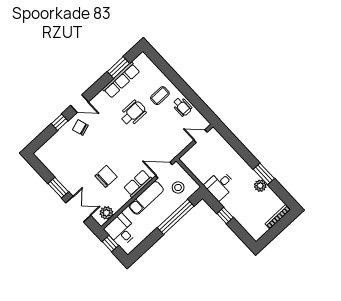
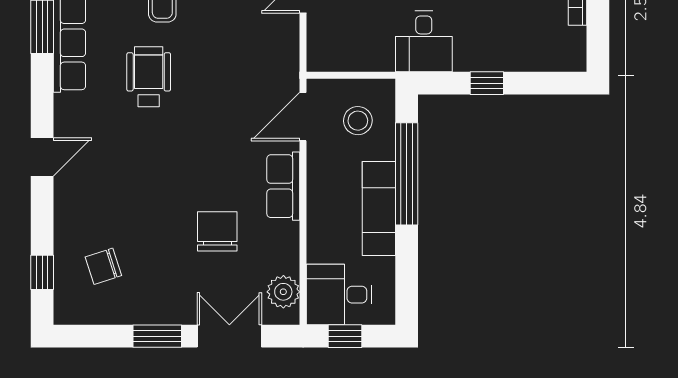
window: (60, 122) -> (42, 272), moved
chair: (80, 128) -> (103, 266), moved
exam couch: (146, 198) -> (379, 209), moved, turned 180

